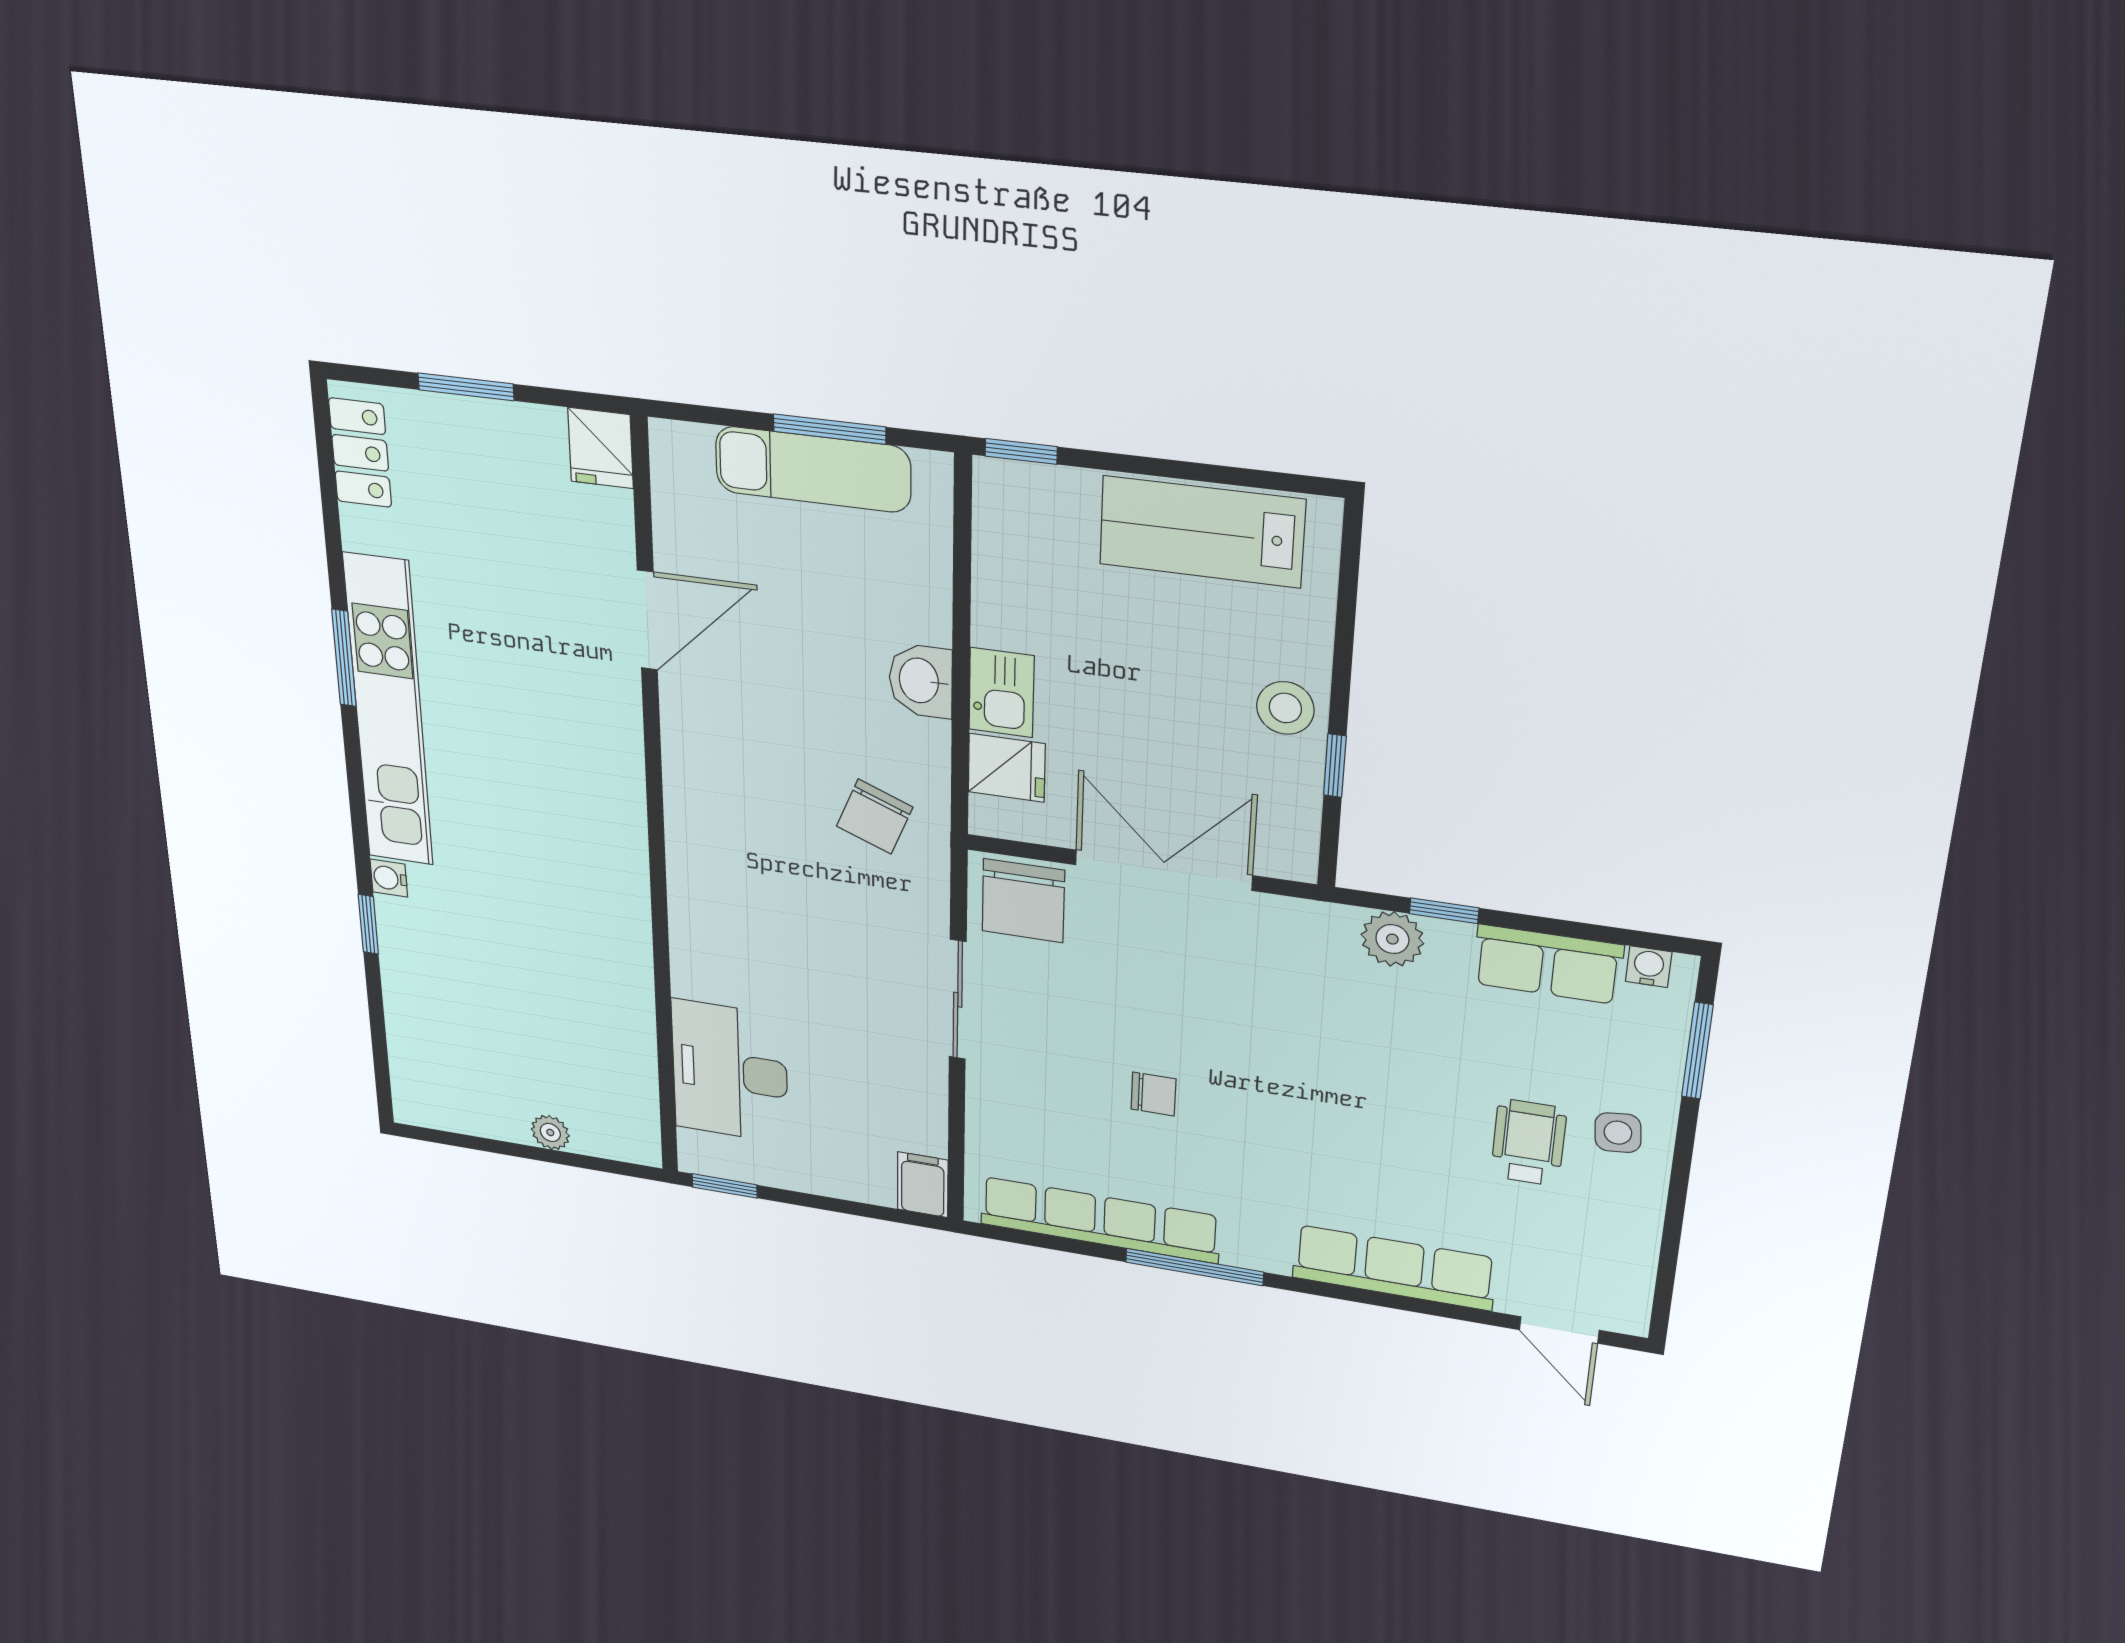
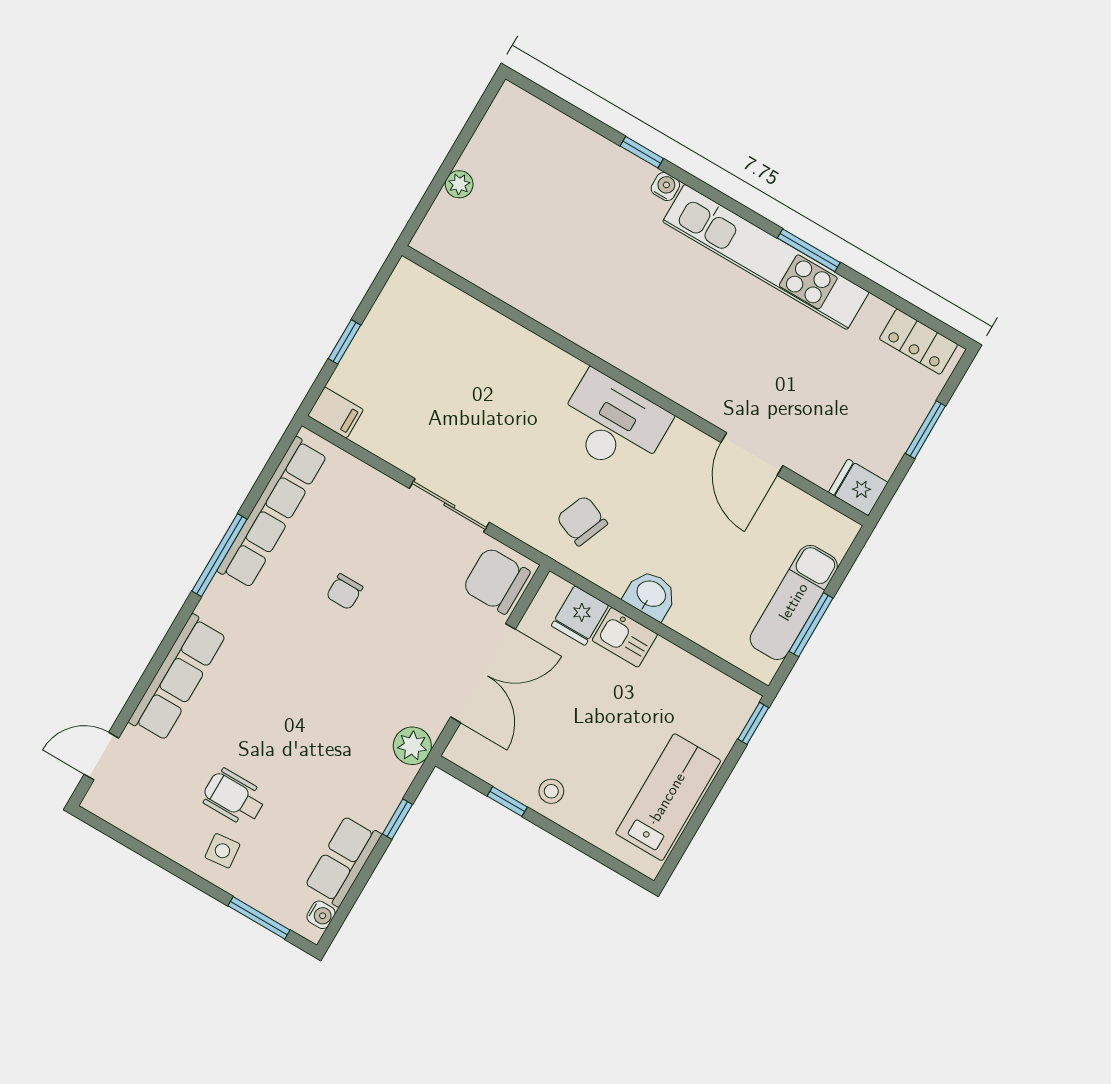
stool: (1285, 708) -> (551, 791), width x0.73, depth x0.73
plant: (1392, 939) -> (412, 746), moved
desk: (730, 1072) -> (613, 424), moved
wheelchair: (1529, 1142) -> (234, 797), turned 180
window: (725, 1186) -> (345, 342), moved

